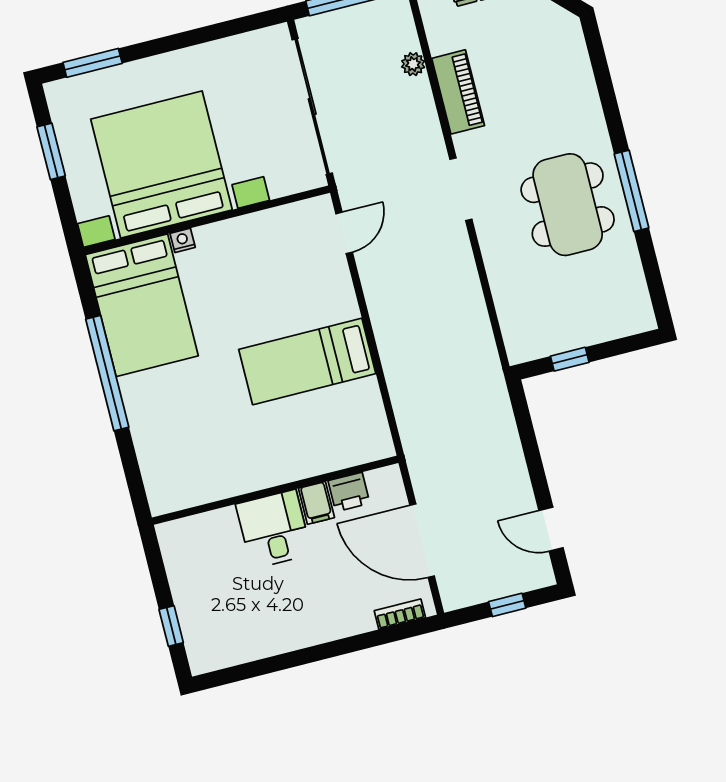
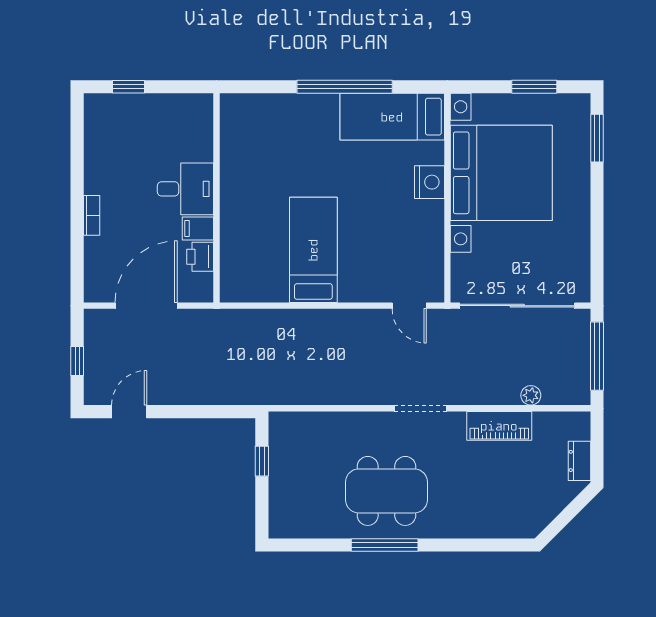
nightstand: (183, 240) -> (430, 182), width x1.89, depth x1.79
bed: (142, 305) -> (392, 117), width x0.67
bookcase: (400, 614) -> (92, 215), moved

